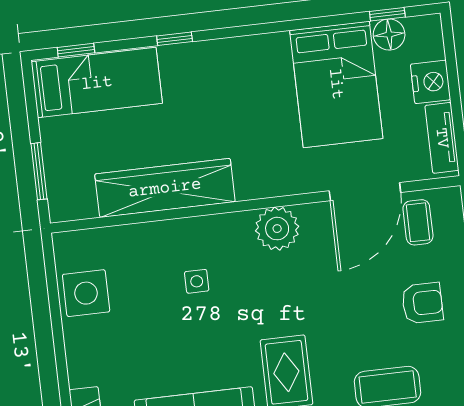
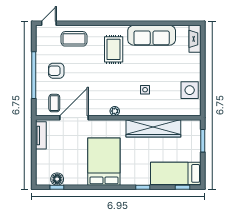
nightstand: (431, 82) -> (43, 158), removed
bed: (336, 84) -> (104, 162), moved
plant: (277, 229) -> (115, 111), width x0.53, depth x0.53

